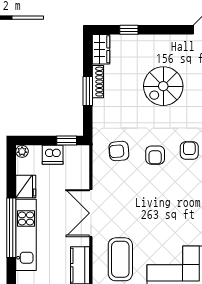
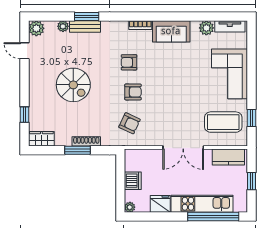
shoe rack: (98, 82) -> (86, 141), moved
window: (67, 141) -> (120, 169), removed
armchair: (119, 151) -> (129, 123), turned -60
window: (11, 228) -> (213, 217), moved

